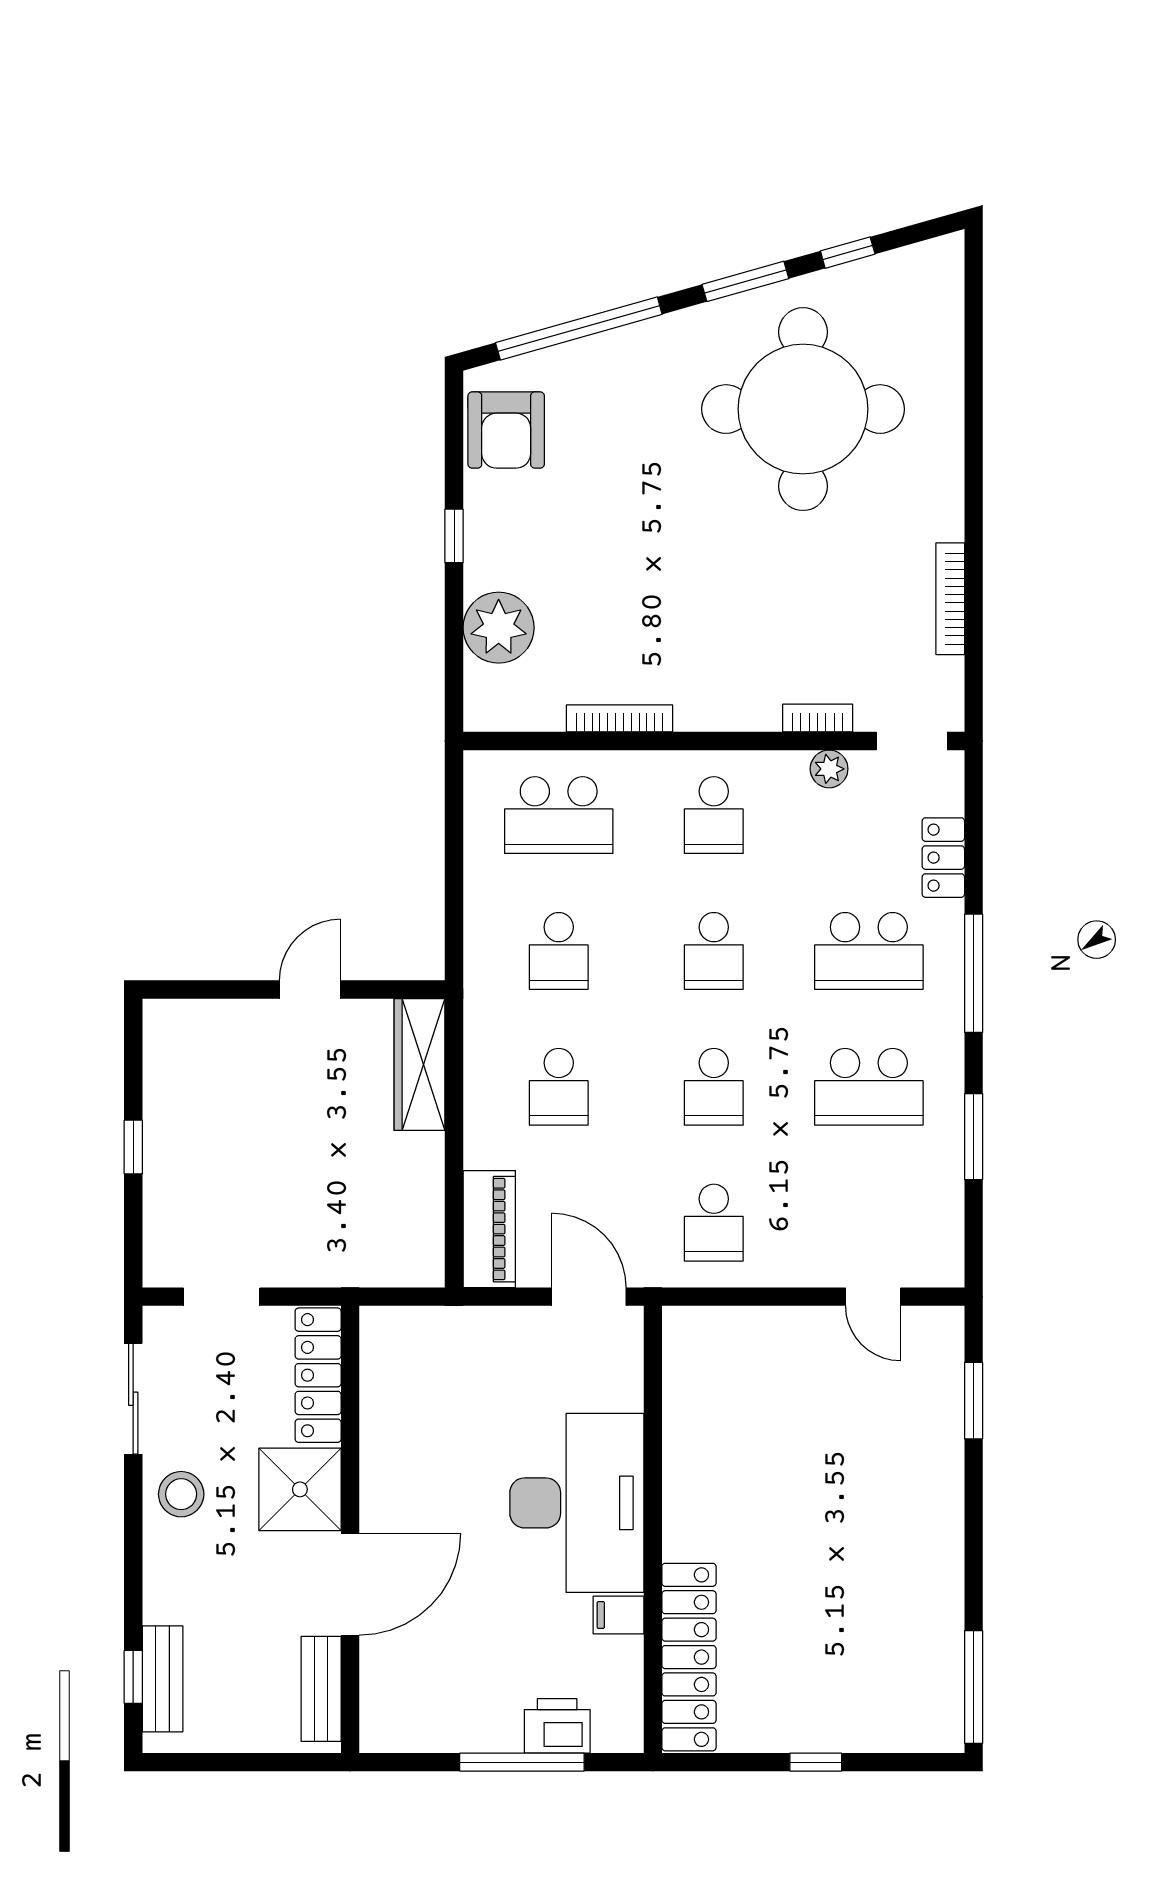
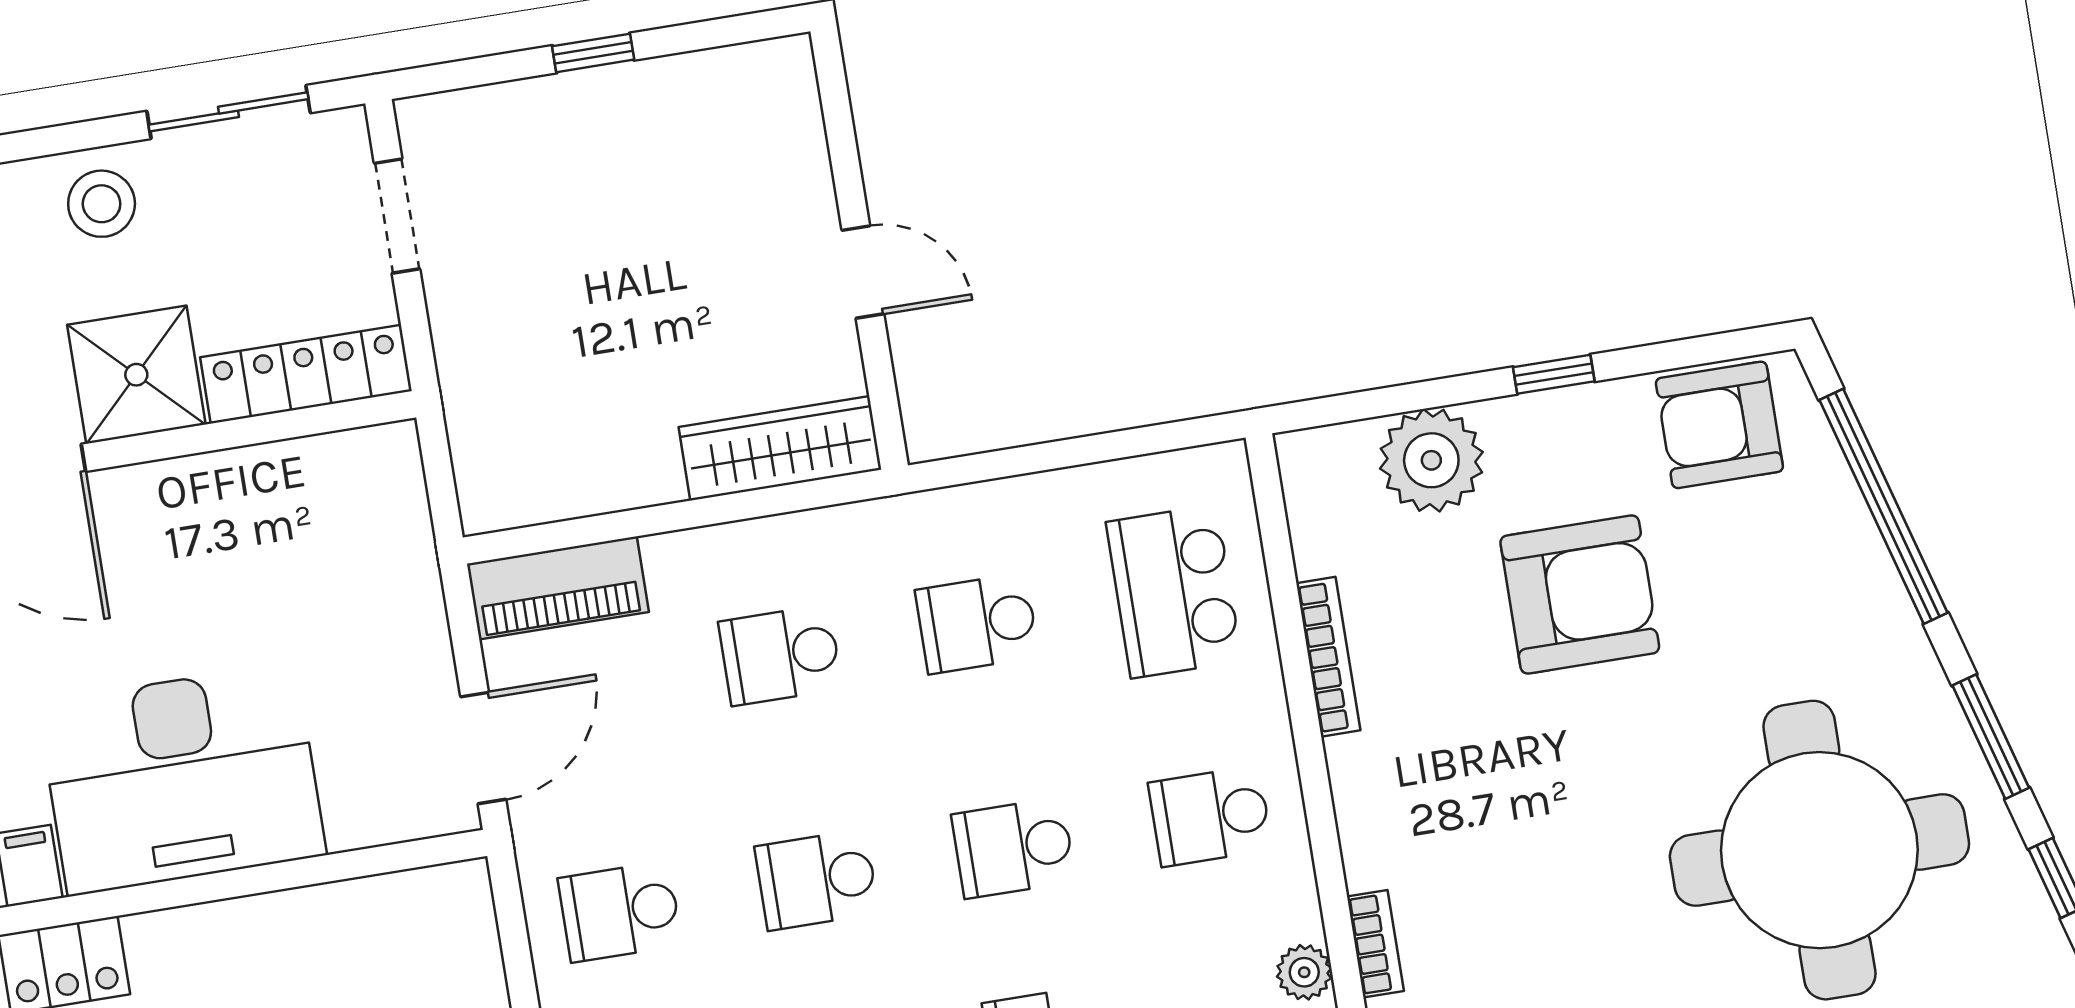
armchair: (605, 542) -> (1580, 595), added

